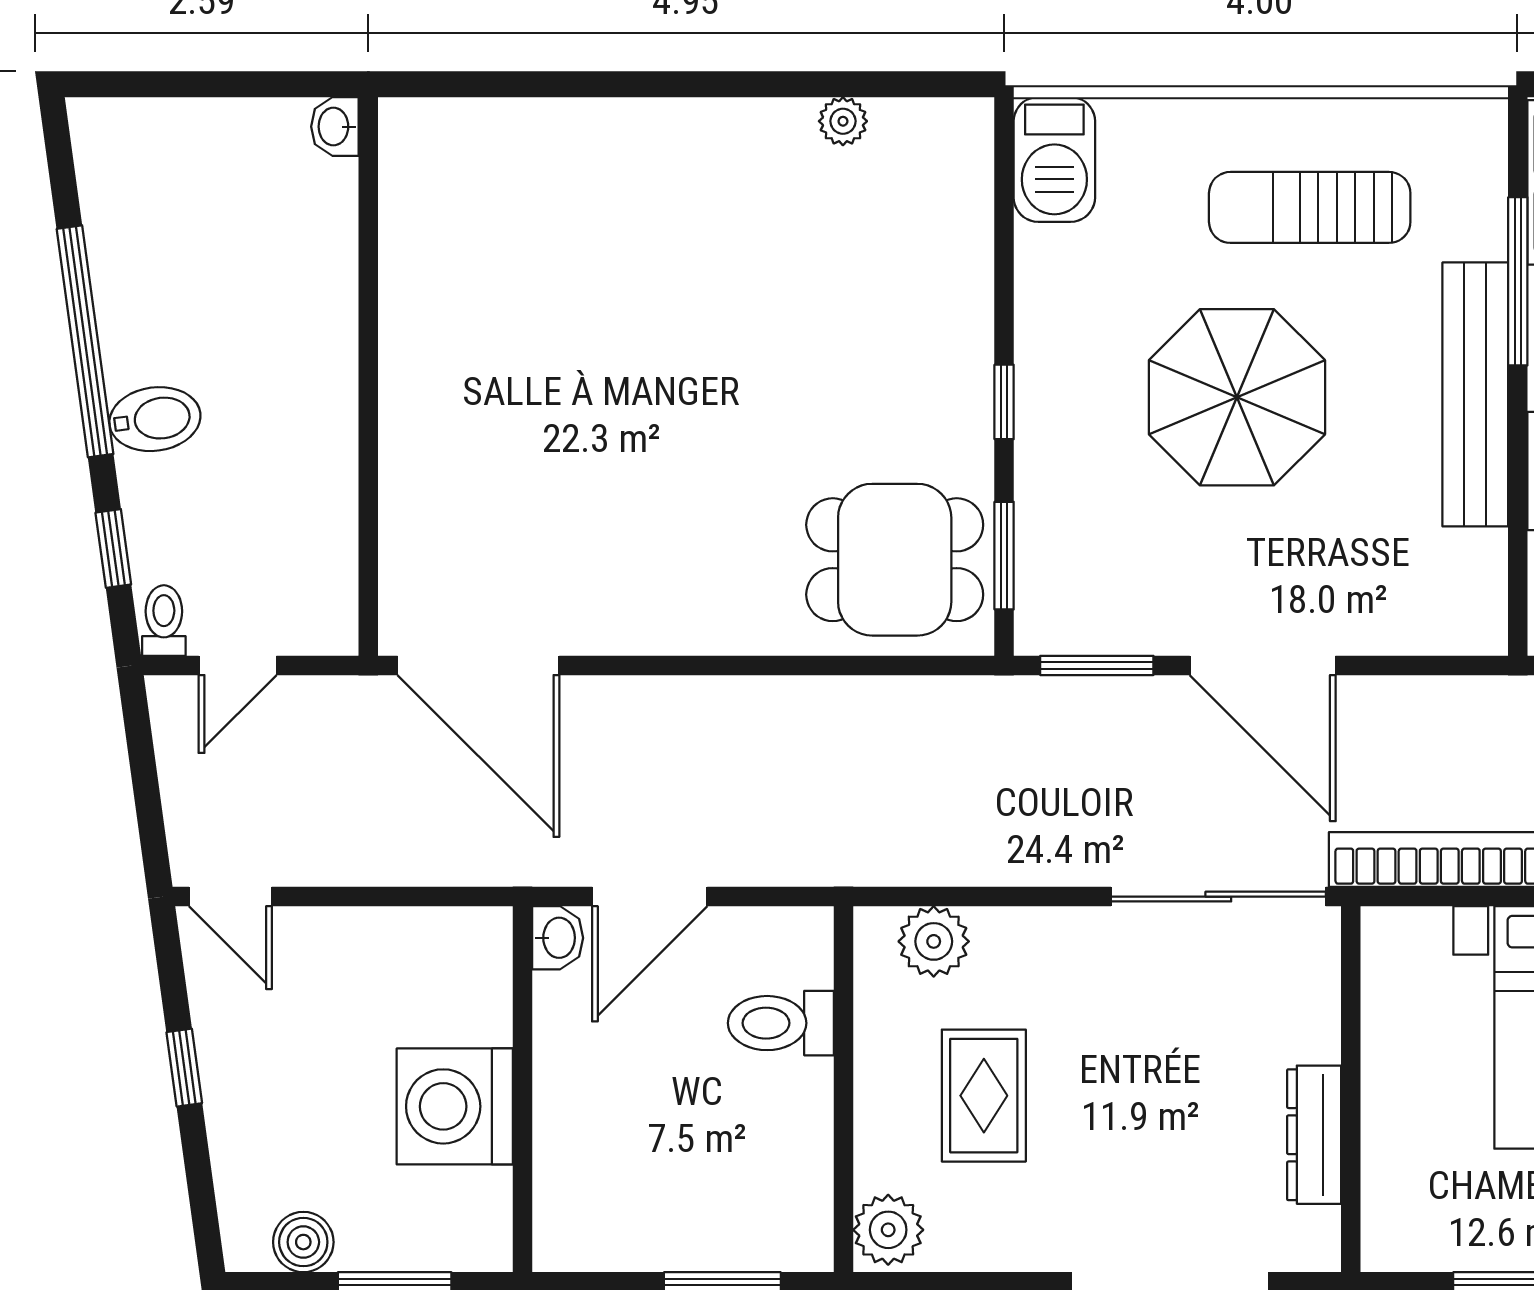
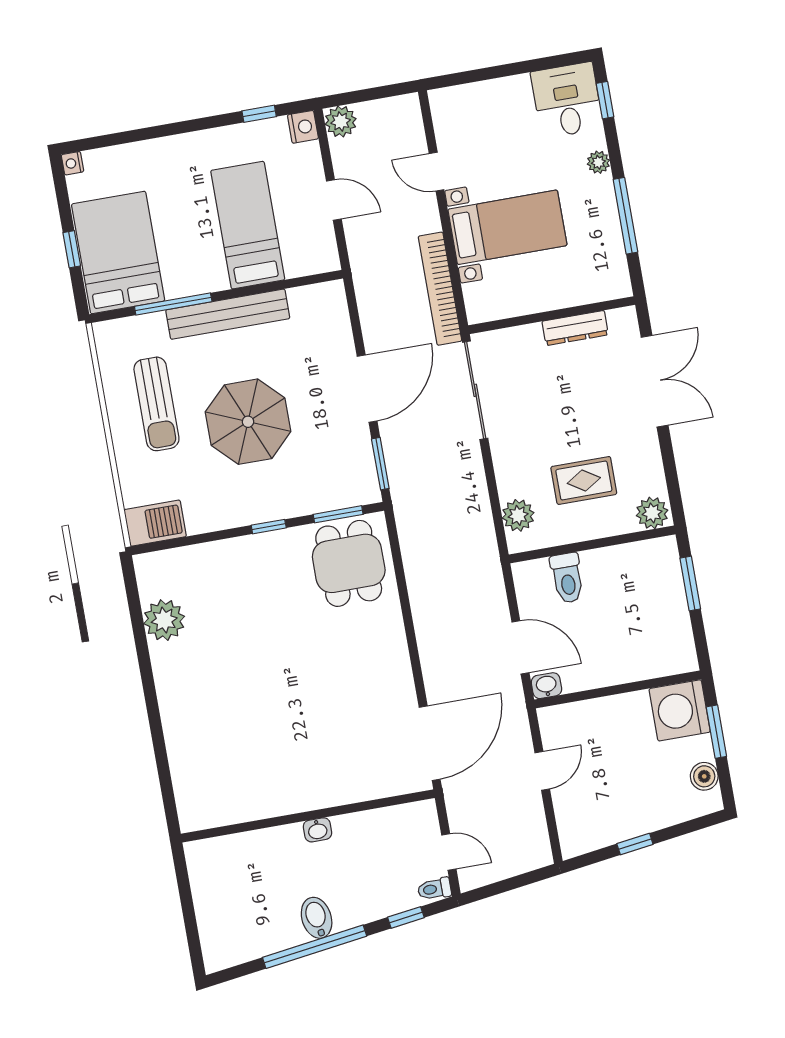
plant: (843, 121) -> (164, 620), width x1.87, depth x1.87
washbasin: (335, 127) -> (317, 830), moved
bidet: (155, 419) -> (317, 918), moved
door: (230, 897) -> (542, 771), moved
washing machine: (455, 1106) -> (680, 710), moved, turned 90

